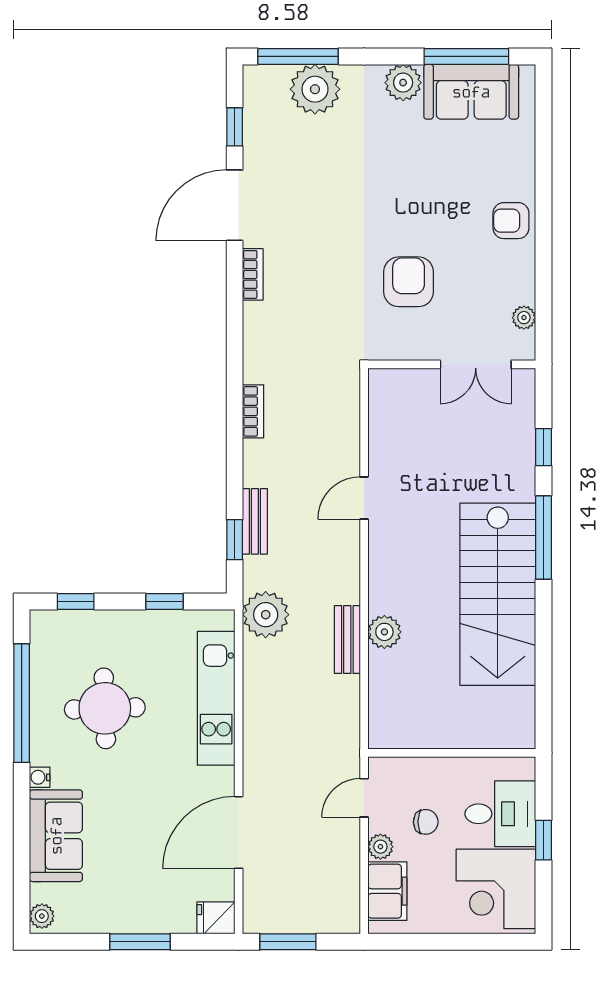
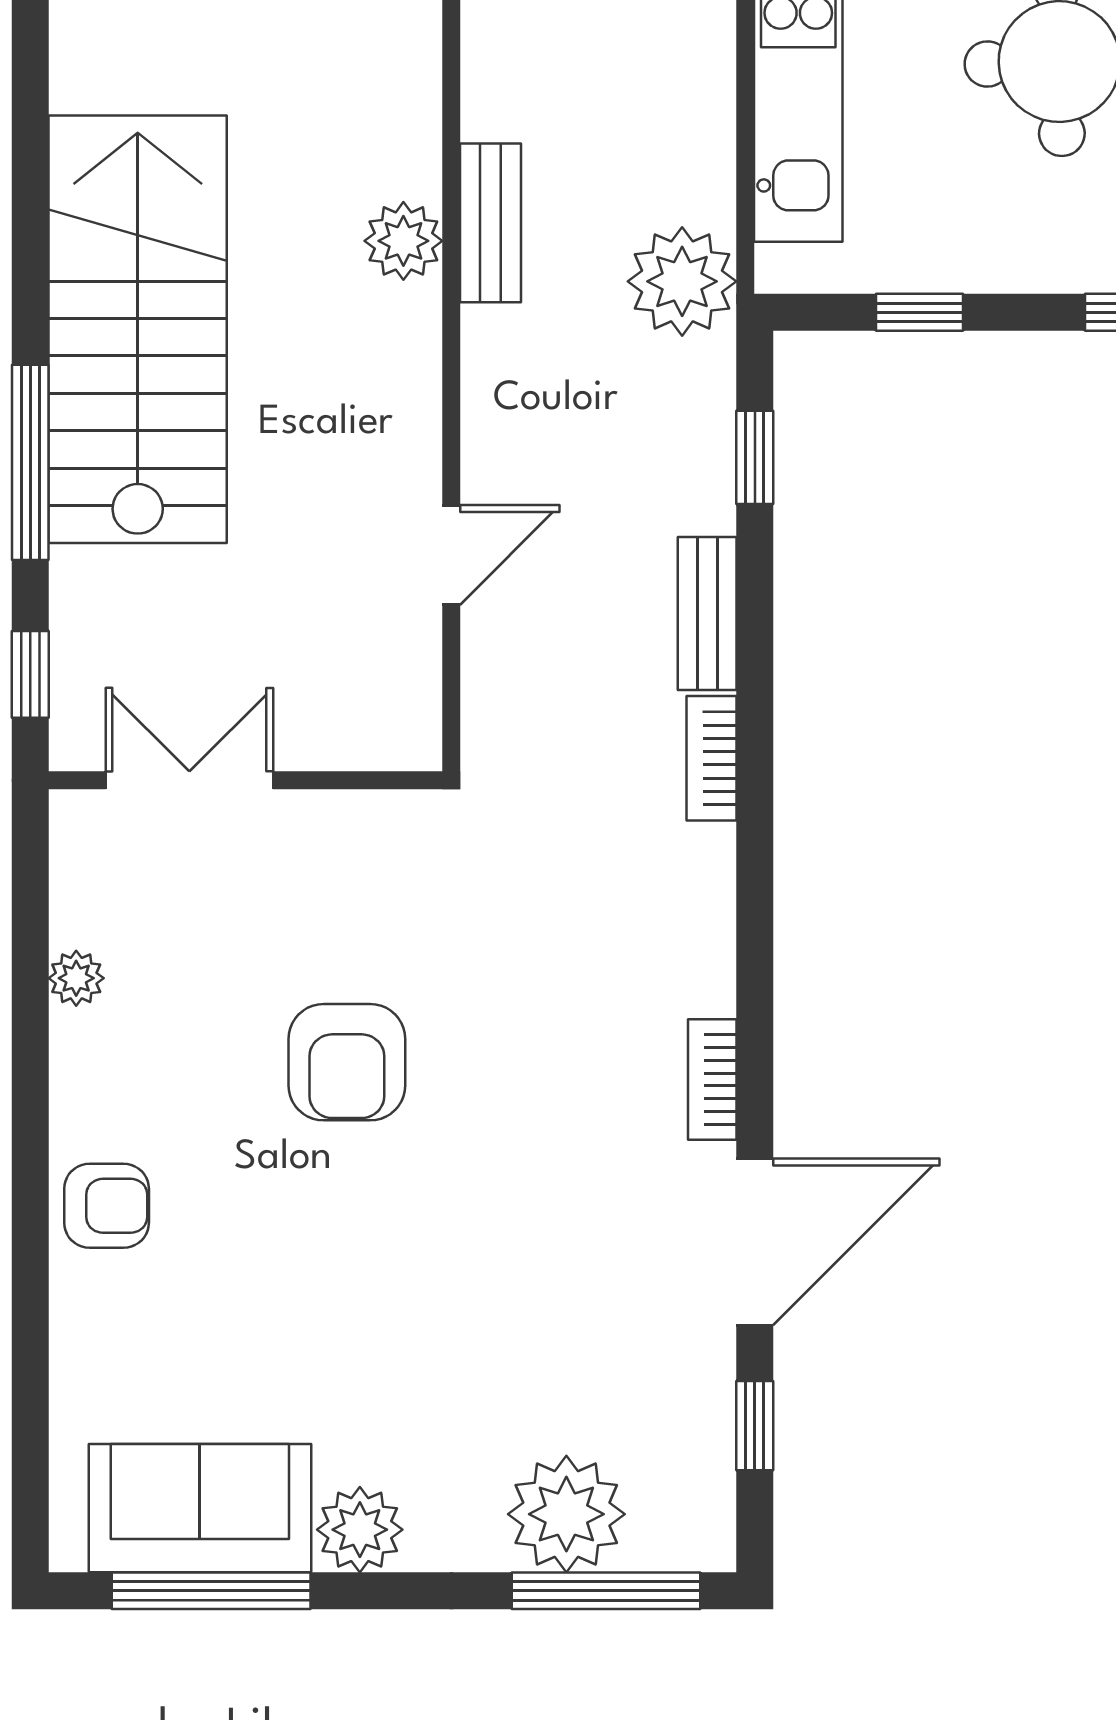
wall: (452, 364) -> (246, 780), moved
double door: (476, 364) -> (189, 780), moved
bench: (255, 521) -> (707, 613), moved

